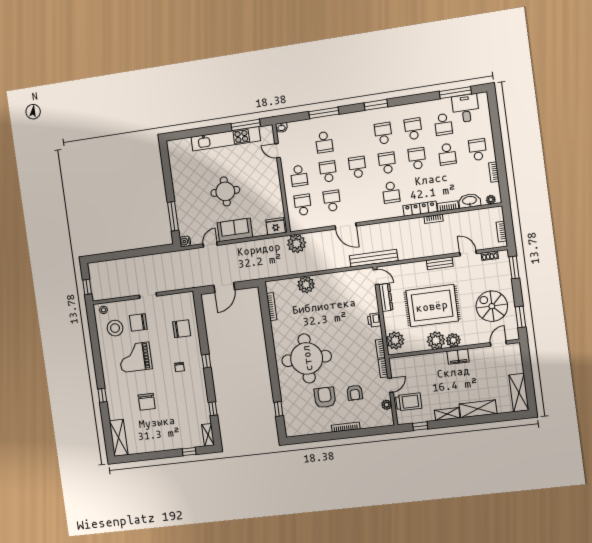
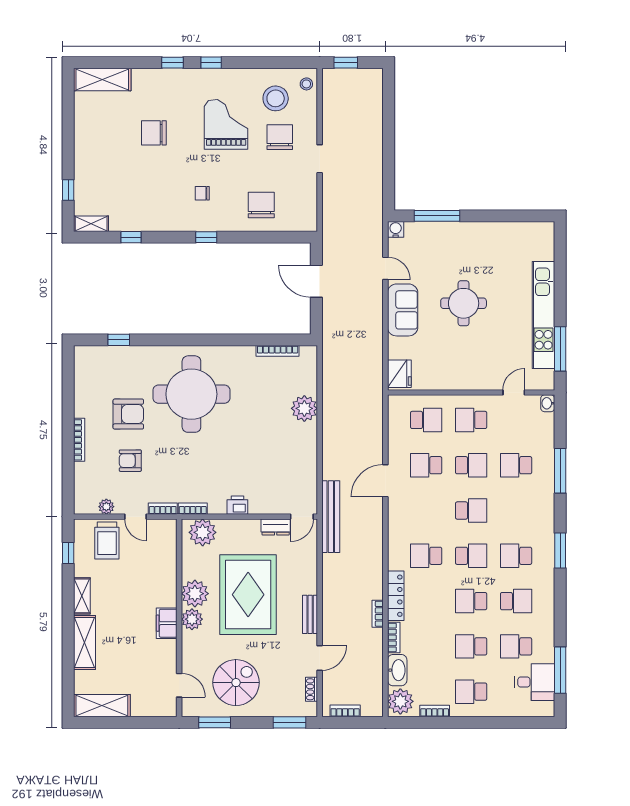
school desk: (383, 133) -> (516, 556), turned 180
school desk: (478, 150) -> (471, 692), turned 180
school desk: (417, 159) -> (471, 601), turned 180
plant: (491, 200) -> (400, 701), width x1.87, depth x1.87
school desk: (332, 201) -> (426, 465), turned 180
plant: (297, 244) -> (369, 402), removed
dresser: (386, 297) -> (276, 527), width x0.70
chair: (182, 329) -> (261, 205), turned 180
window: (99, 371) -> (211, 63), added

